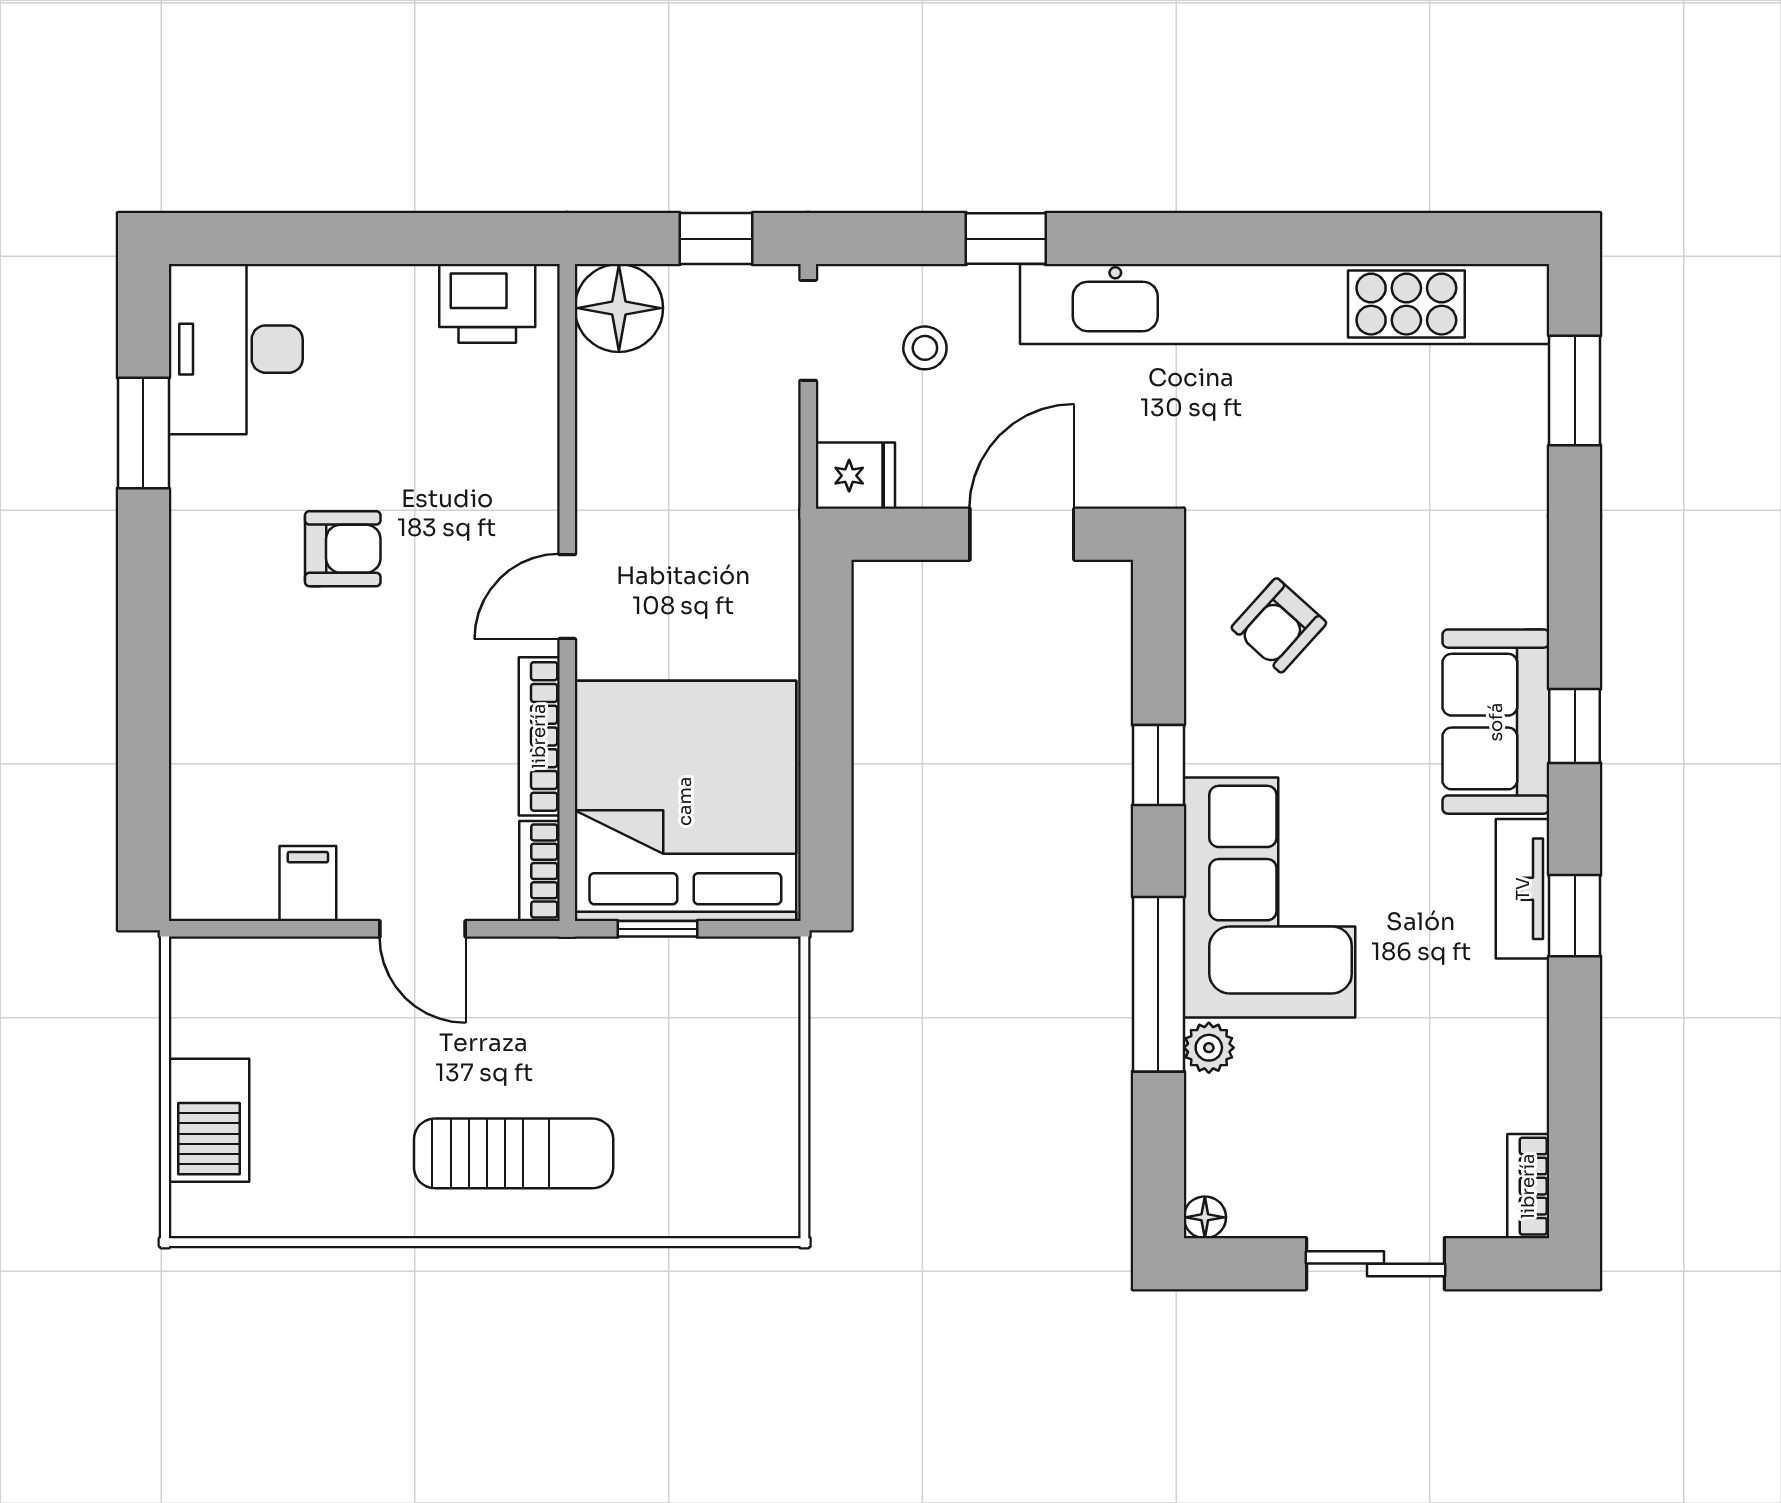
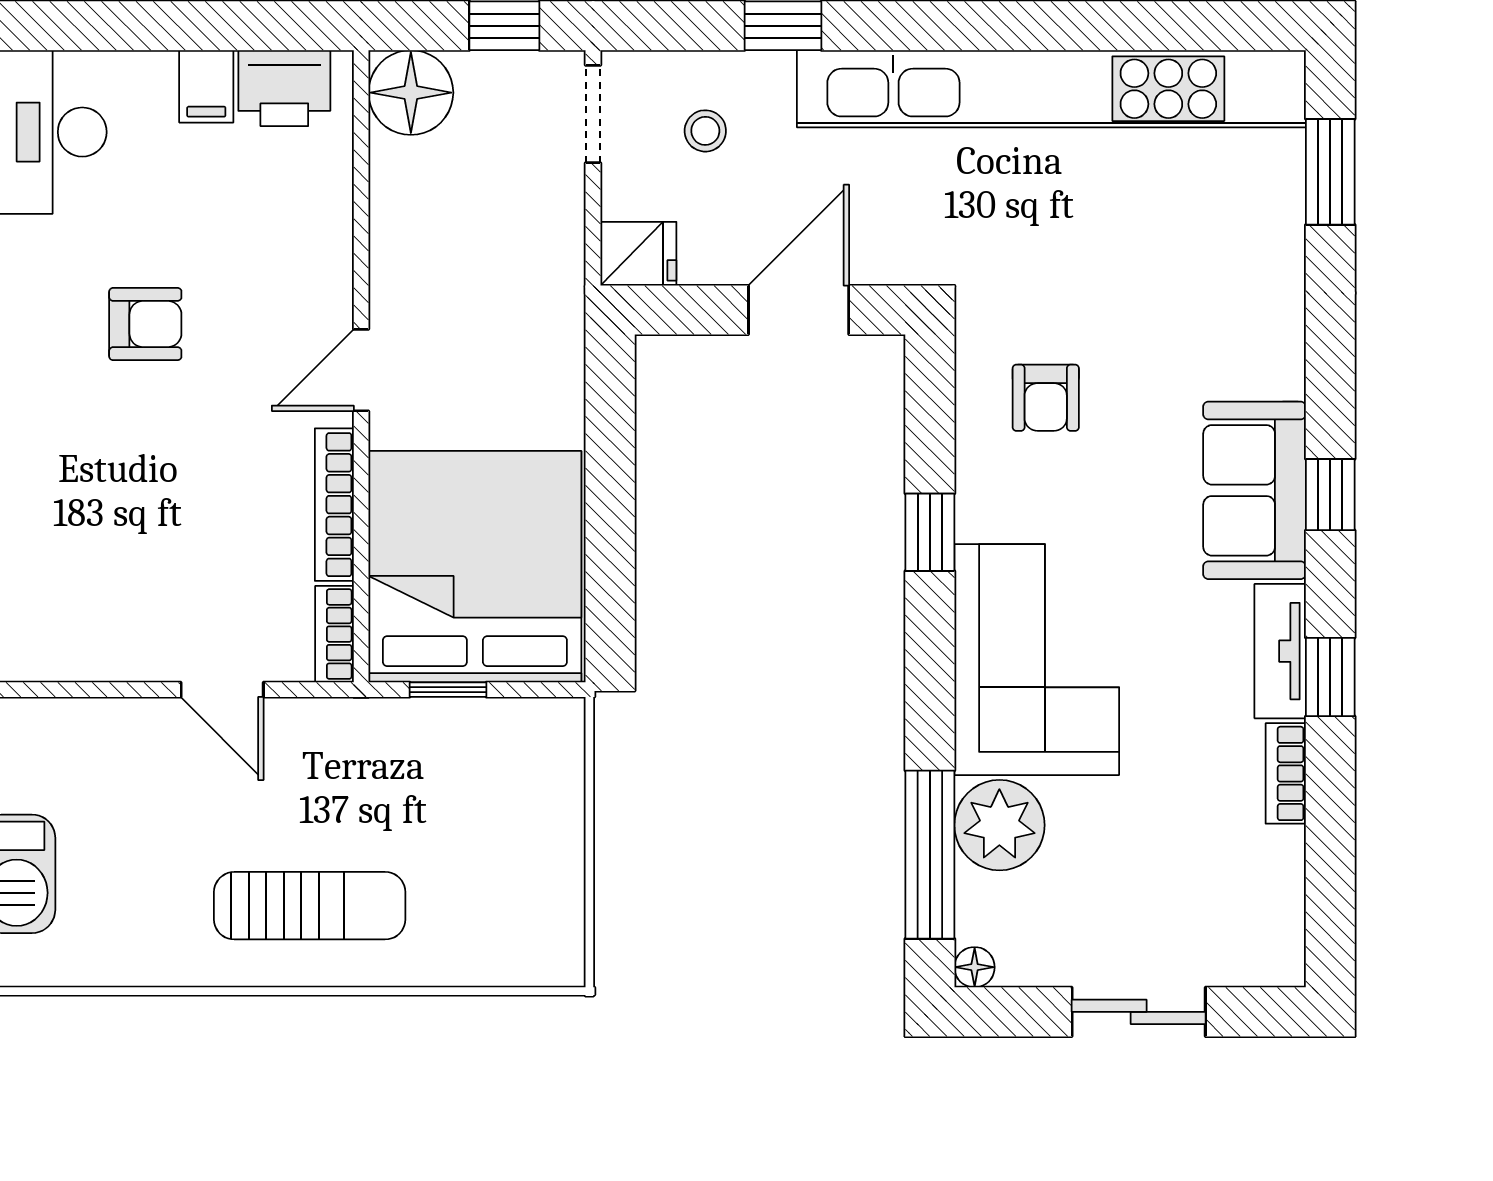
armchair: (1279, 625) -> (1046, 398), turned -42
filing cabinet: (308, 884) -> (206, 86), moved, turned 180
window: (1158, 984) -> (930, 855), moved
plant: (1209, 1048) -> (999, 825), width x1.88, depth x1.88
bookcase: (1528, 1186) -> (1286, 773), moved

